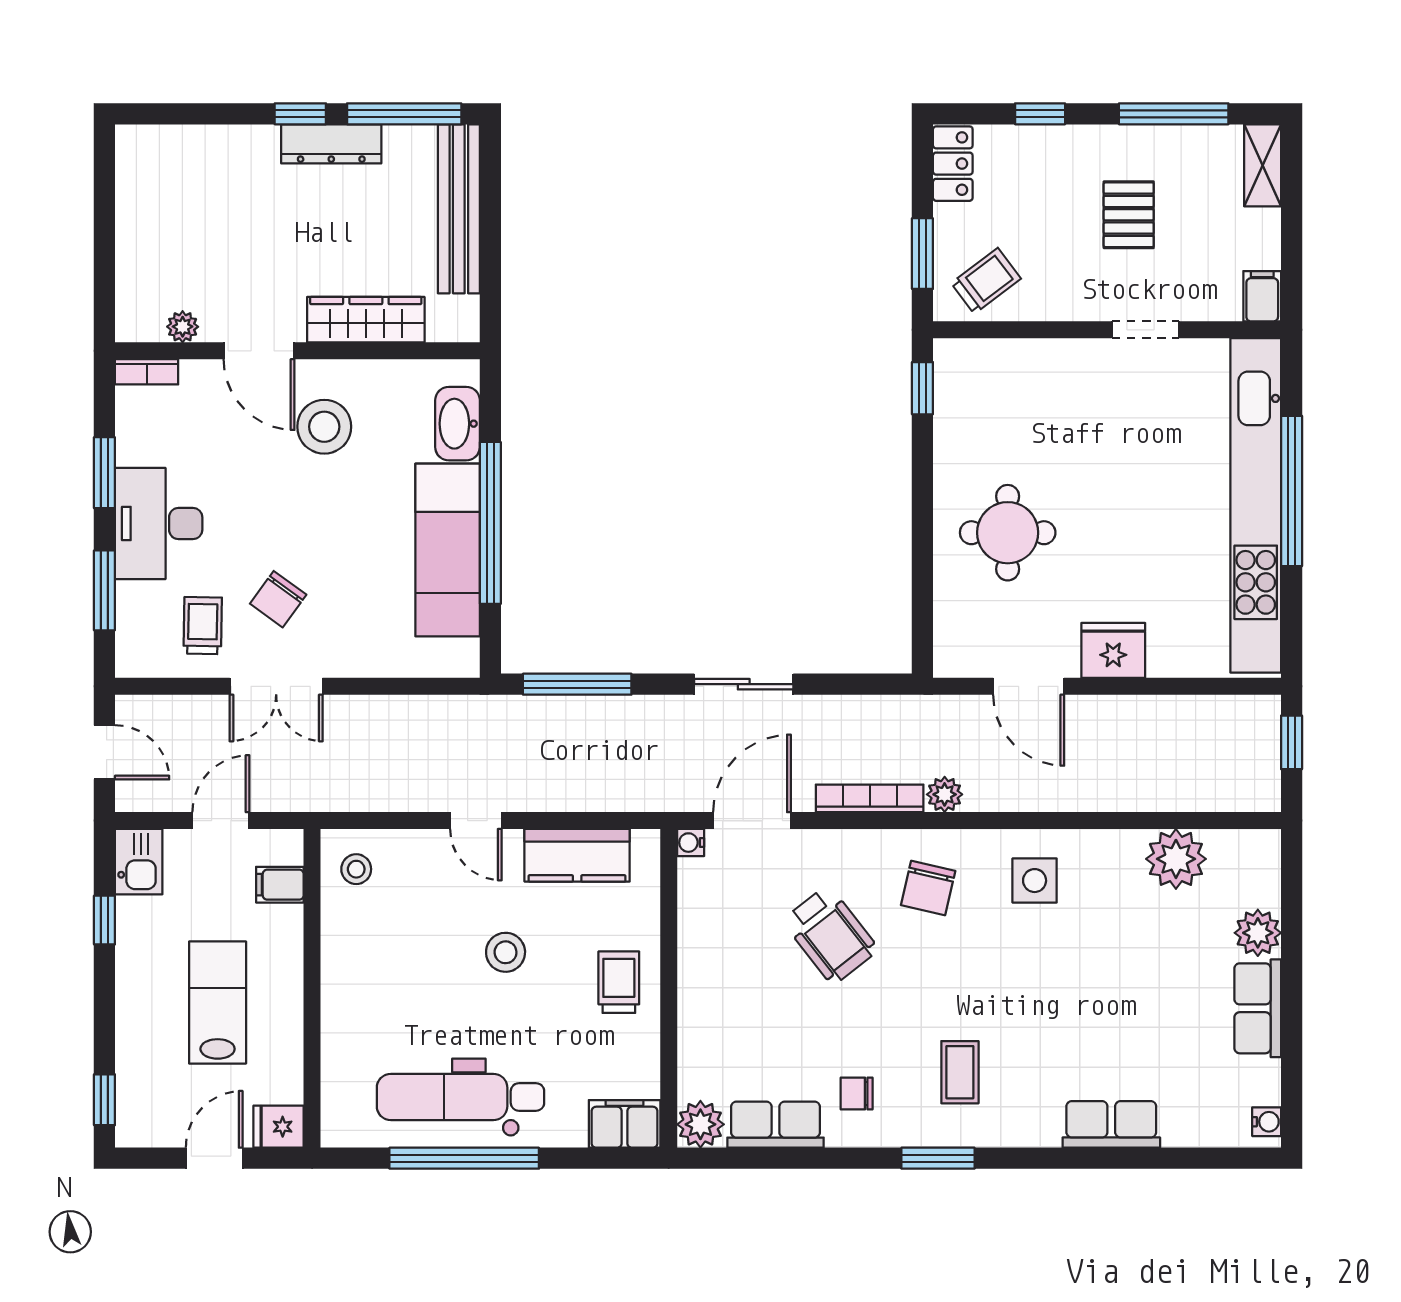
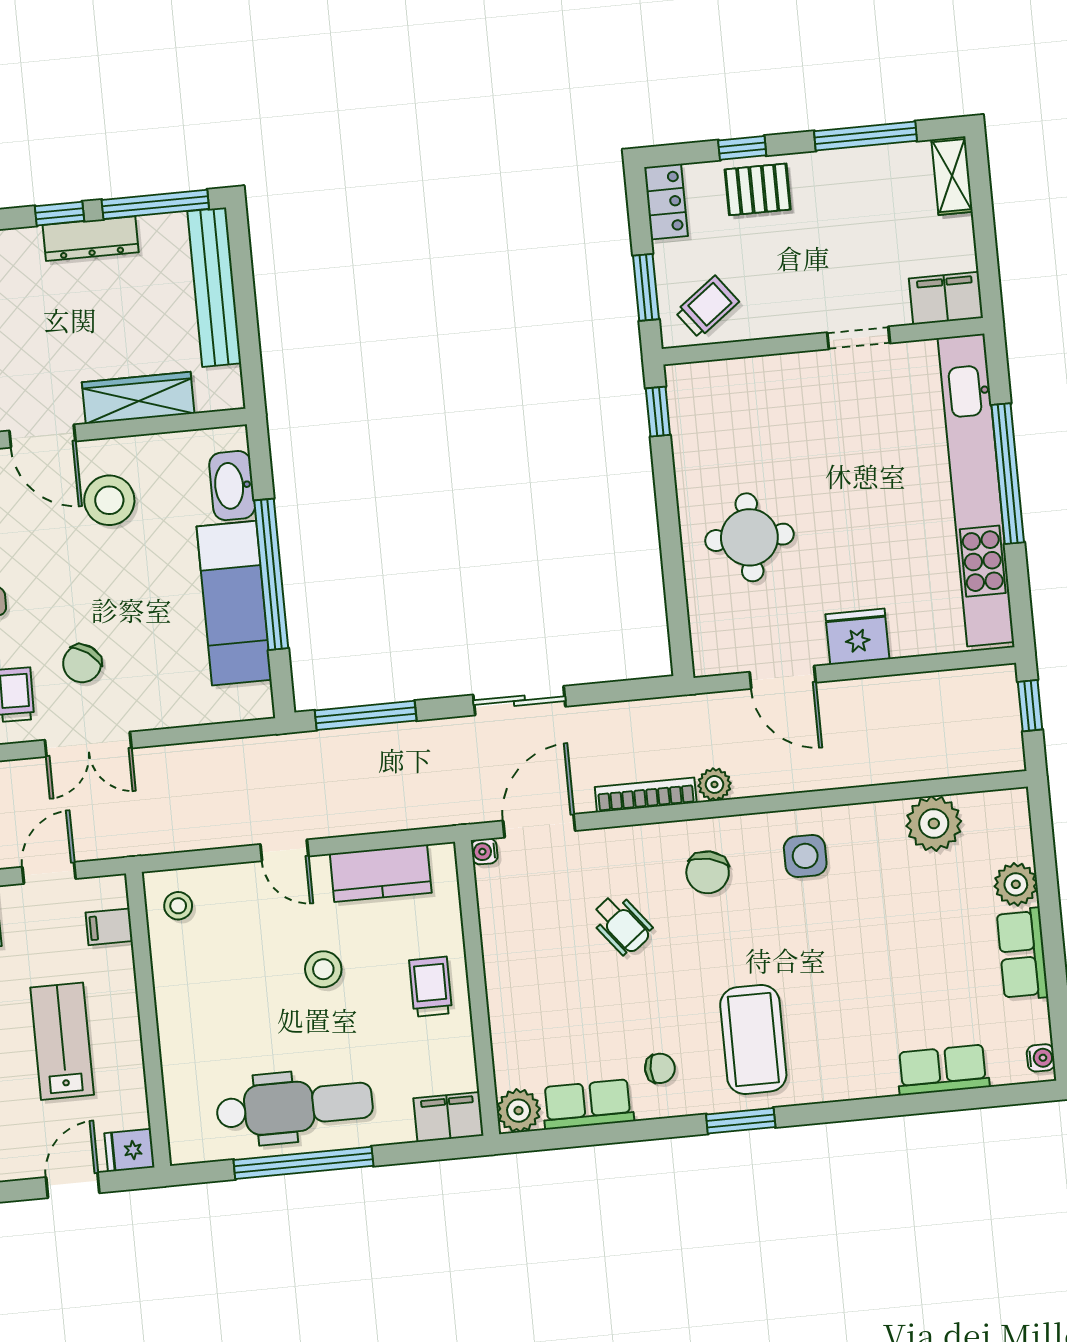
pallet: (1129, 215) -> (758, 189), moved, turned 90
filing cabinet: (1262, 296) -> (946, 298), width x2.00
wheelchair: (830, 935) -> (622, 924), width x0.73, depth x0.73
coffee table: (960, 1072) -> (753, 1039), width x1.86, depth x1.72
chair: (857, 1094) -> (660, 1068), turned 180
dental chair: (460, 1097) -> (295, 1107), turned 180
row of seats: (1111, 1124) -> (943, 1070), moved

